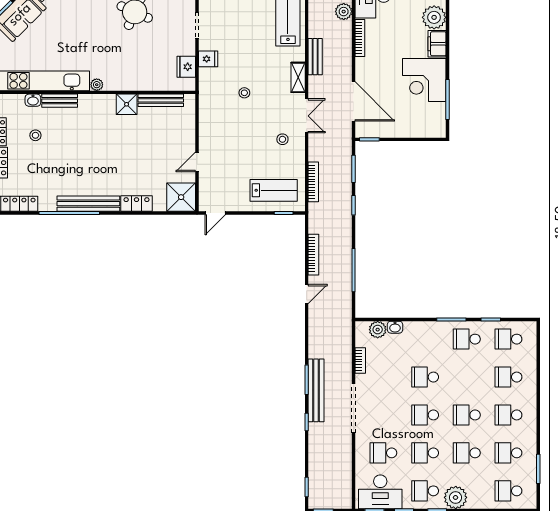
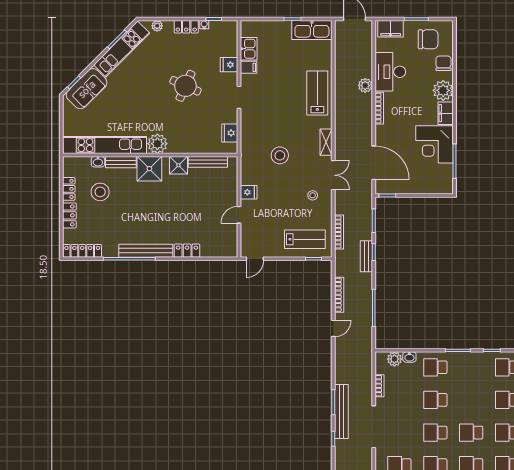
bench: (315, 57) -> (366, 256), moved
fridge: (208, 59) -> (249, 192), moved
plant: (97, 85) -> (157, 144), width x1.88, depth x1.88
stool: (244, 93) -> (280, 155), width x1.89, depth x1.89
stool: (35, 135) -> (100, 192), width x1.89, depth x1.89
shower: (181, 197) -> (149, 169), moved
school desk: (467, 339) -> (435, 367), moved

